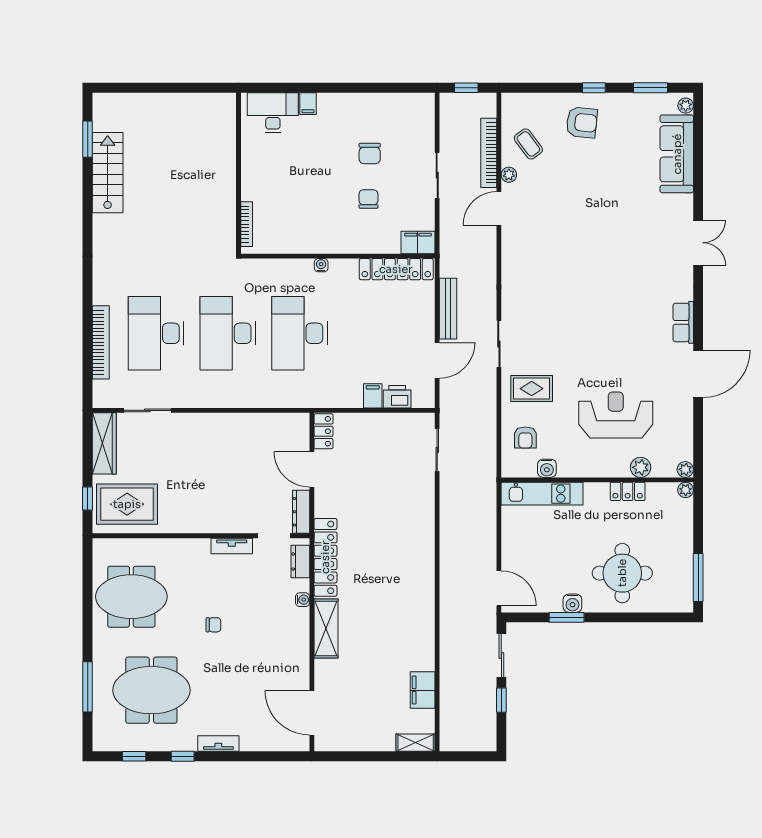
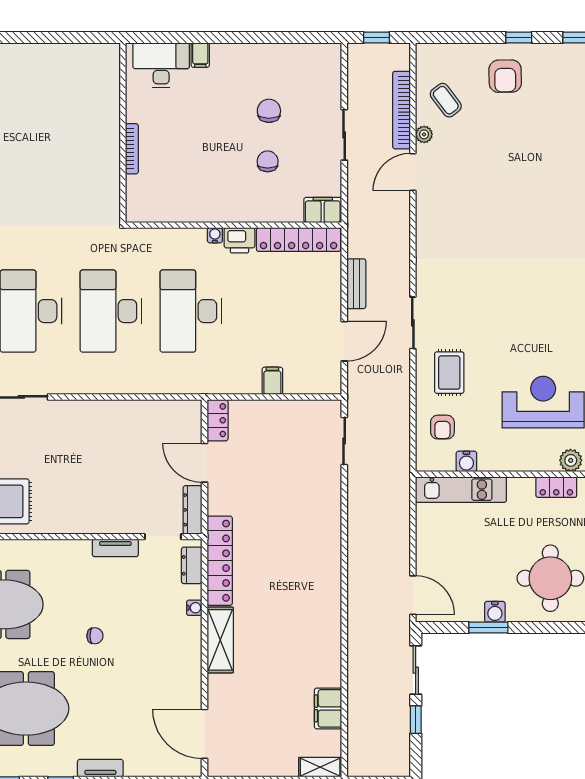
armchair: (582, 122) -> (505, 76), turned 83
chair: (370, 154) -> (269, 111), turned 180
bookcase: (247, 224) -> (132, 149), moved
bench: (448, 309) -> (356, 284), width x0.73
rug: (532, 389) -> (449, 373), turned 90
printer: (397, 397) -> (239, 240), moved, turned 180

